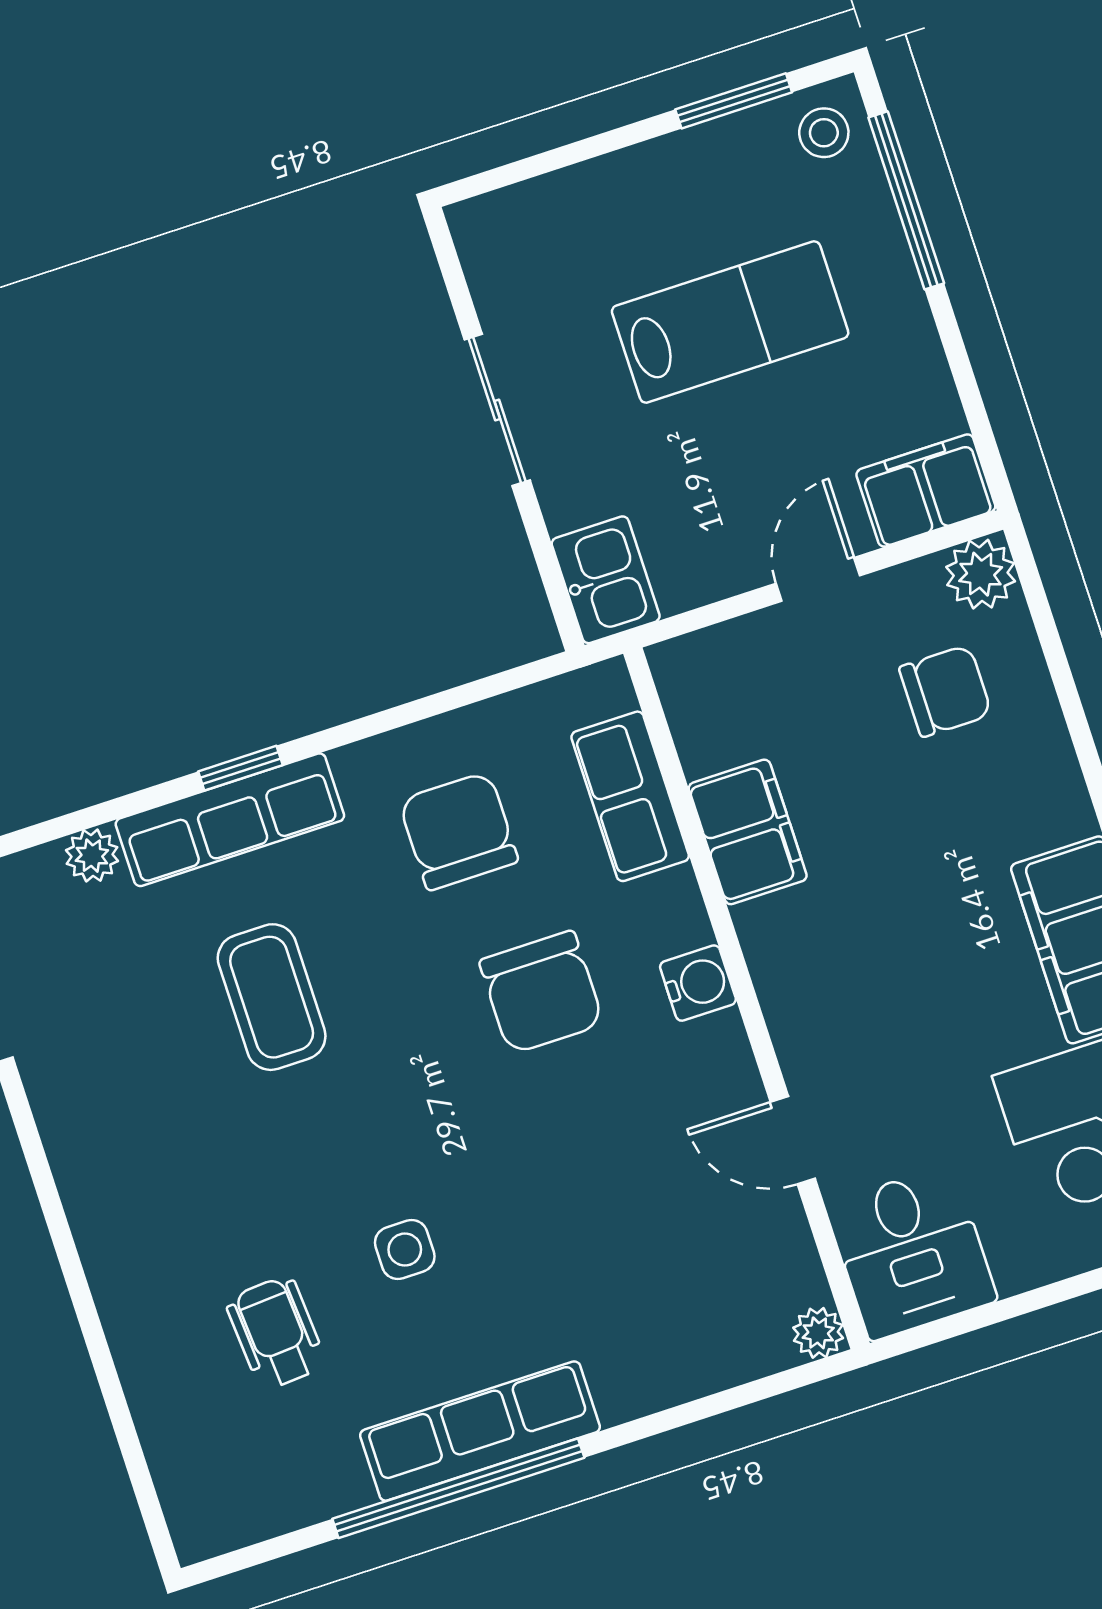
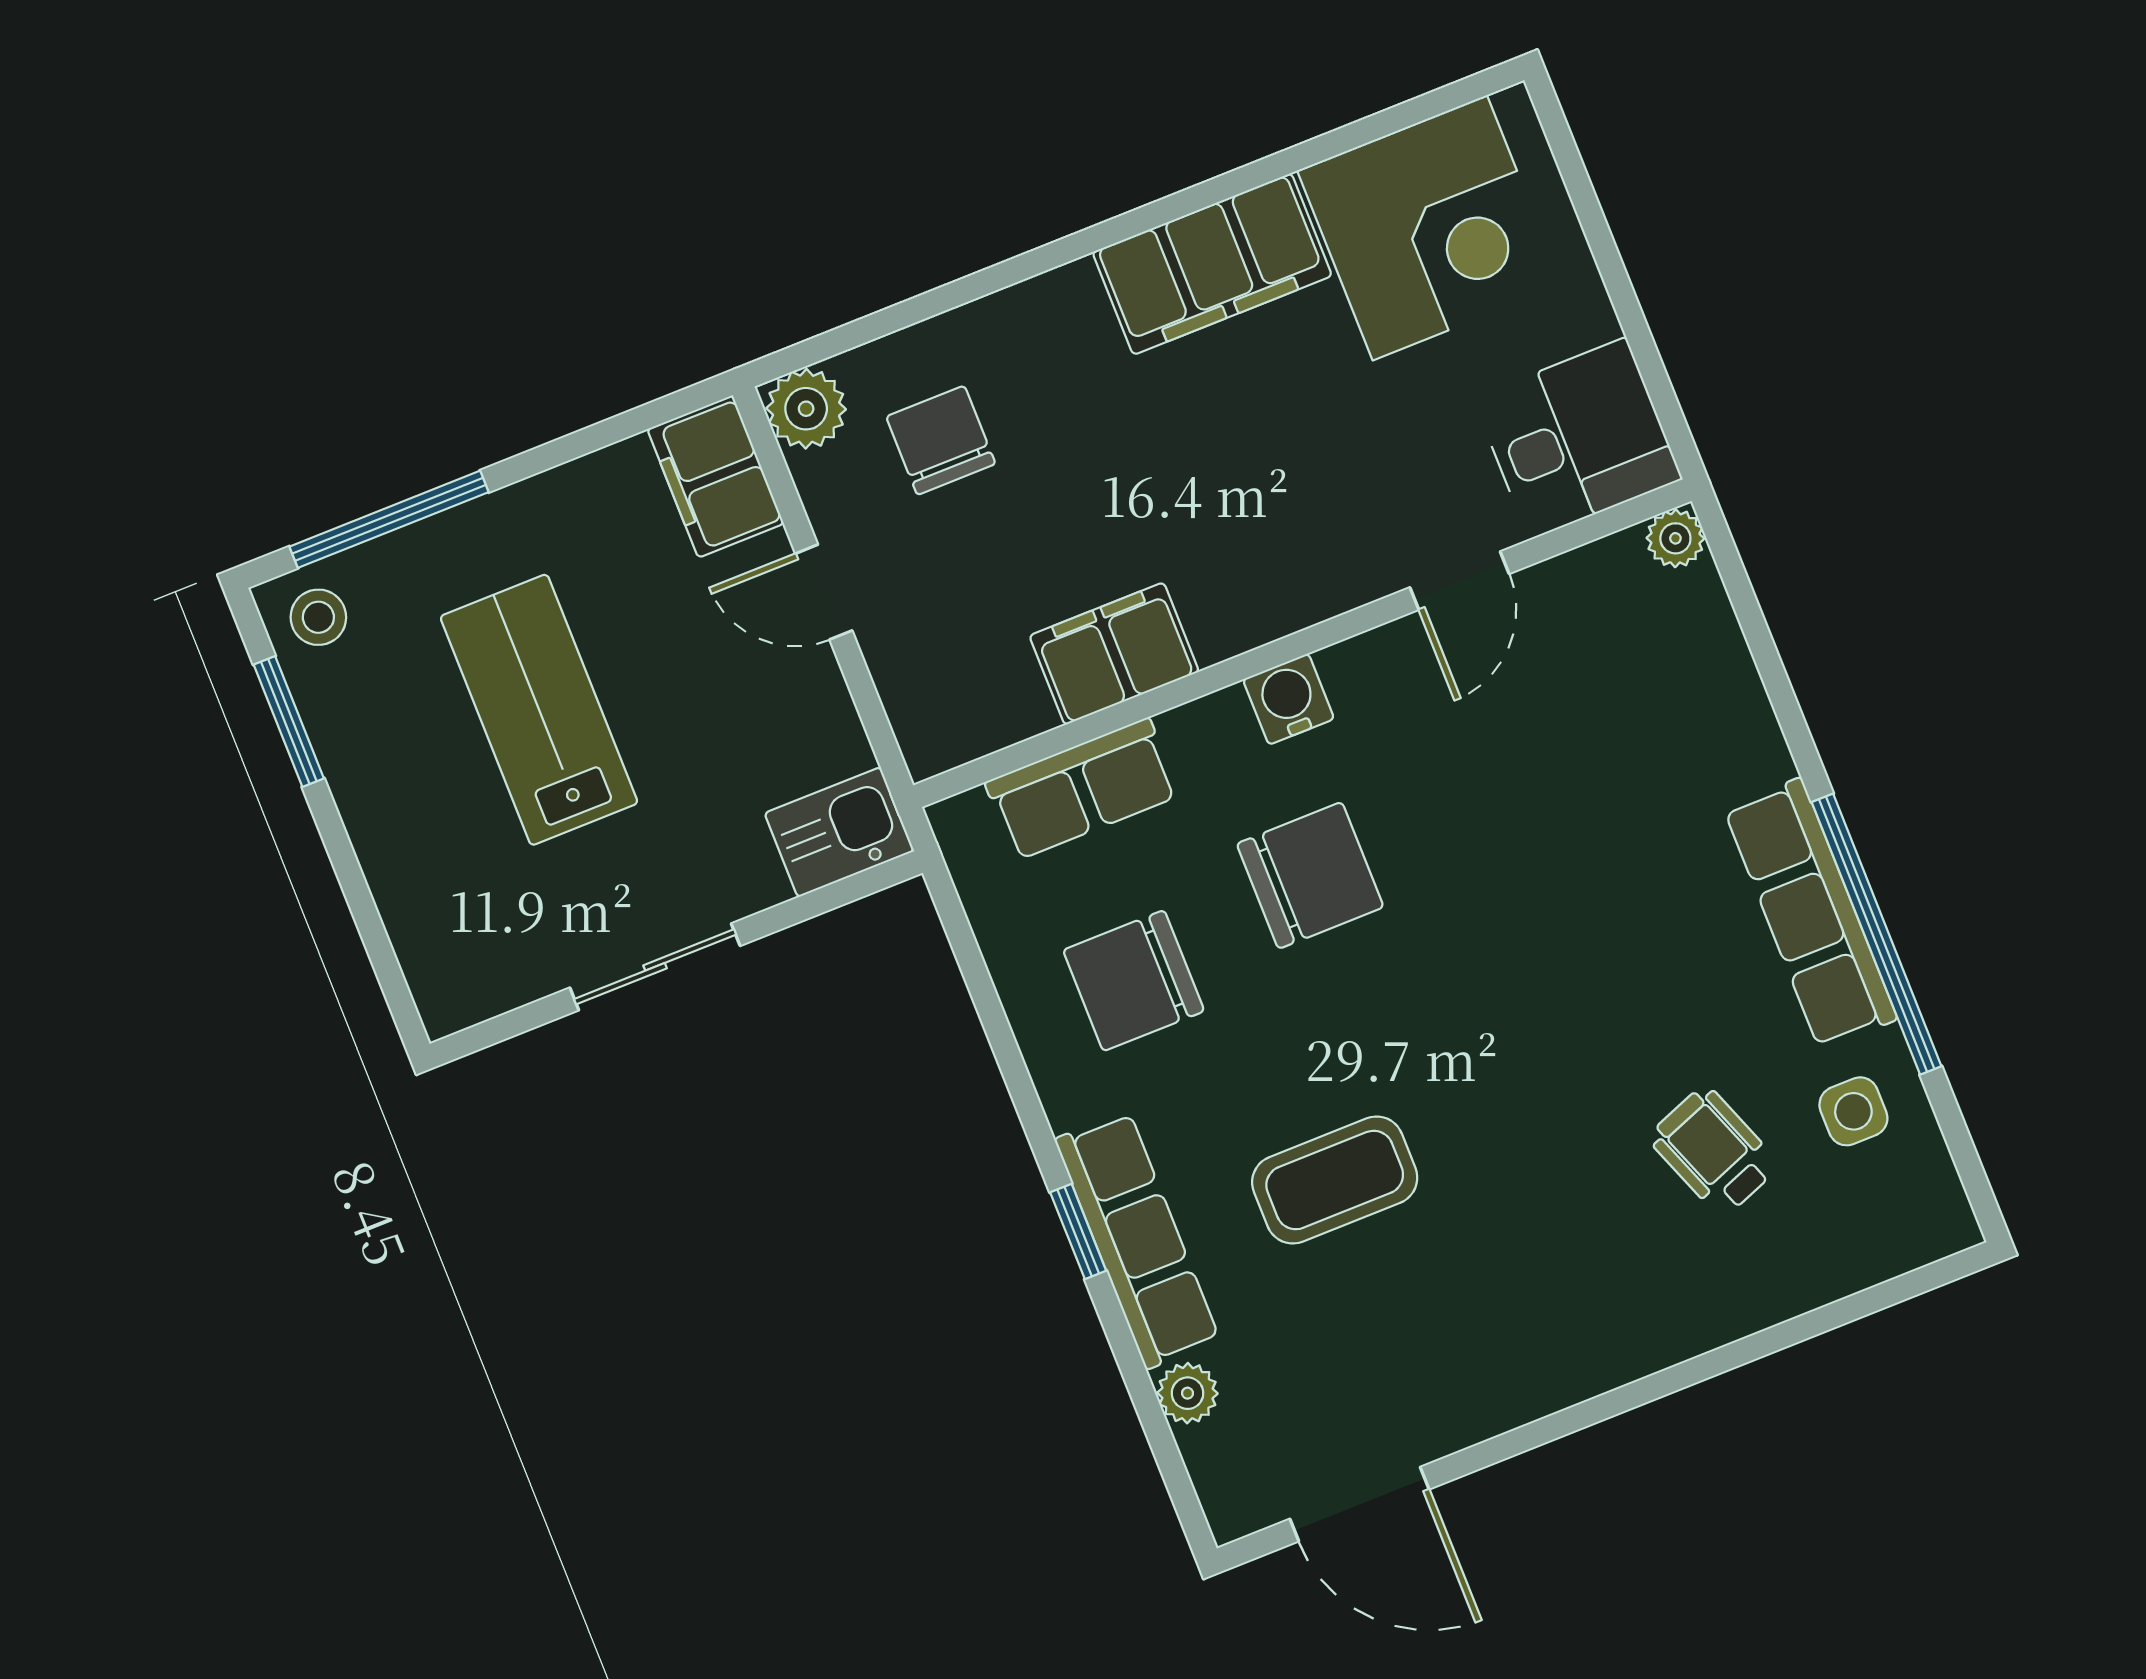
side table: (405, 1250) -> (1853, 1111), moved
wheelchair: (276, 1333) -> (1714, 1151), turned 73

